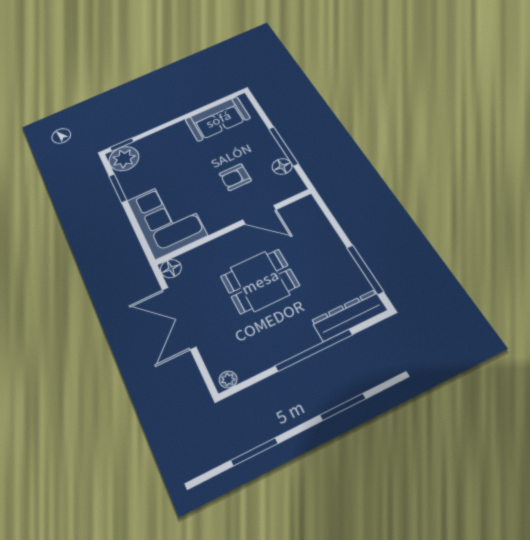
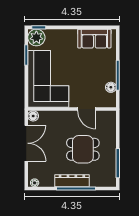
armchair: (235, 177) -> (86, 81), removed
corner sofa: (167, 218) -> (48, 79), width x1.36, depth x1.36
dining table: (260, 281) -> (83, 149), moved
dresser: (349, 315) -> (72, 181), moved
double door: (179, 318) -> (26, 143), swing flipped

